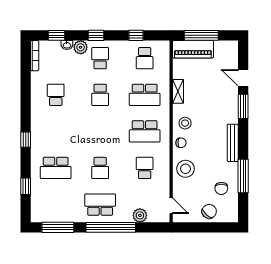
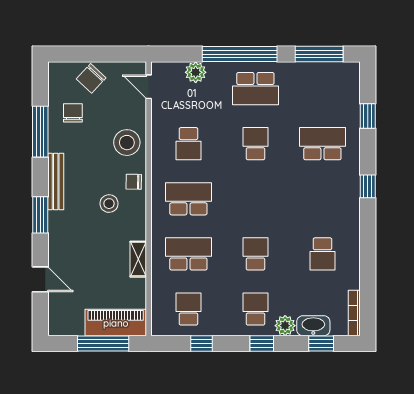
washbasin: (67, 45) -> (313, 326), width x1.91, depth x1.45
school desk: (100, 58) -> (255, 309), turned 180
window: (243, 106) -> (40, 215), moved
stool: (185, 123) -> (109, 204), moved

